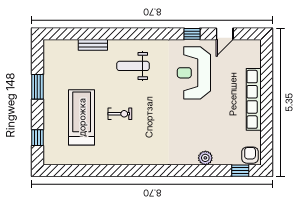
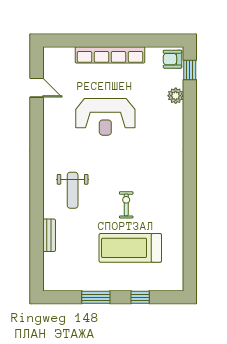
window: (192, 34) -> (37, 124), removed
reception desk: (194, 73) -> (105, 117), moved
window: (37, 138) -> (140, 297), moved
plant: (205, 158) -> (176, 96), moved

